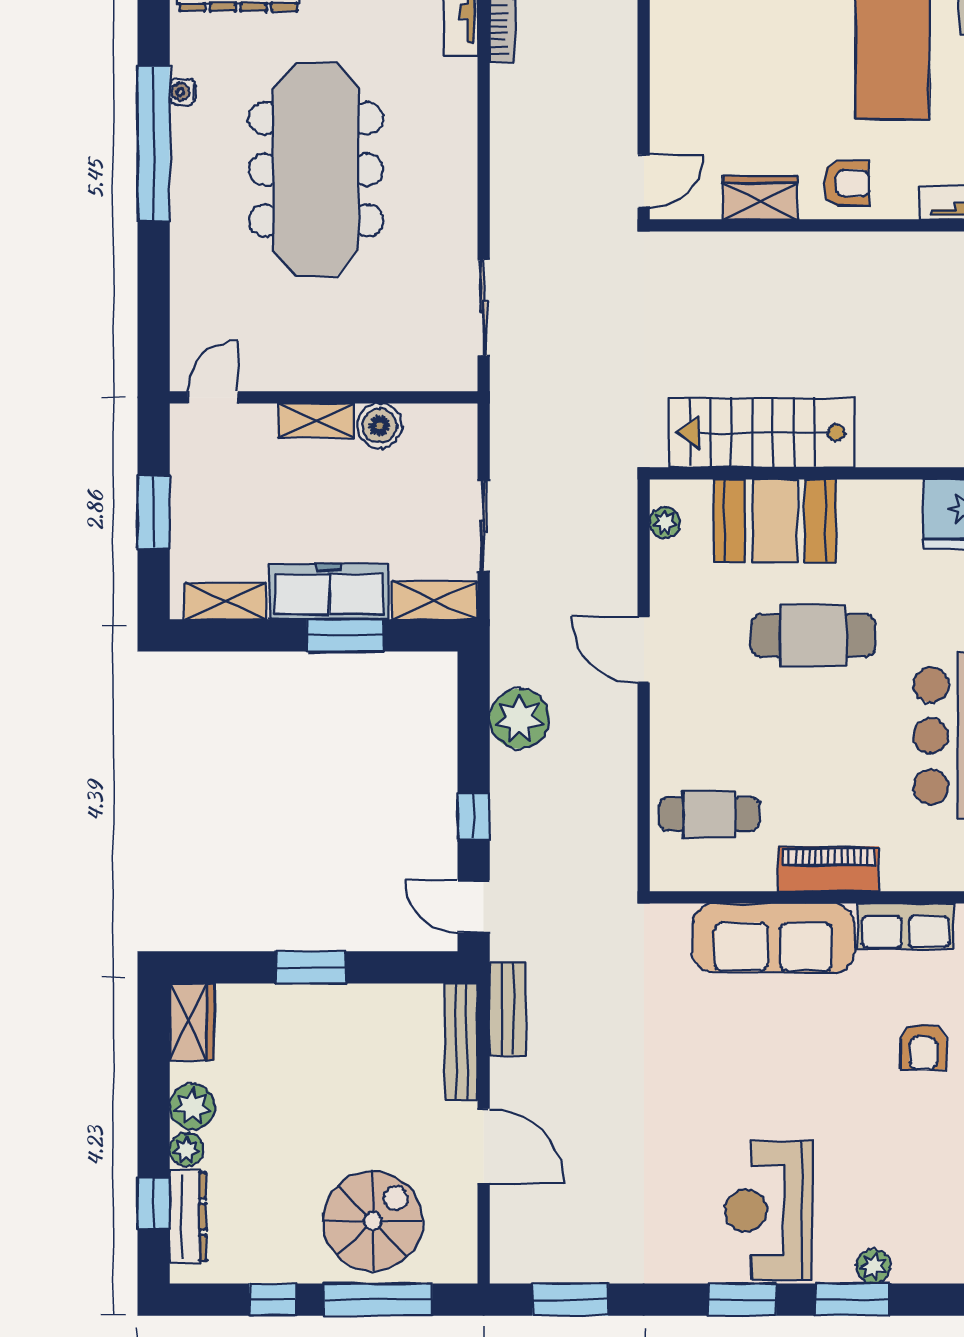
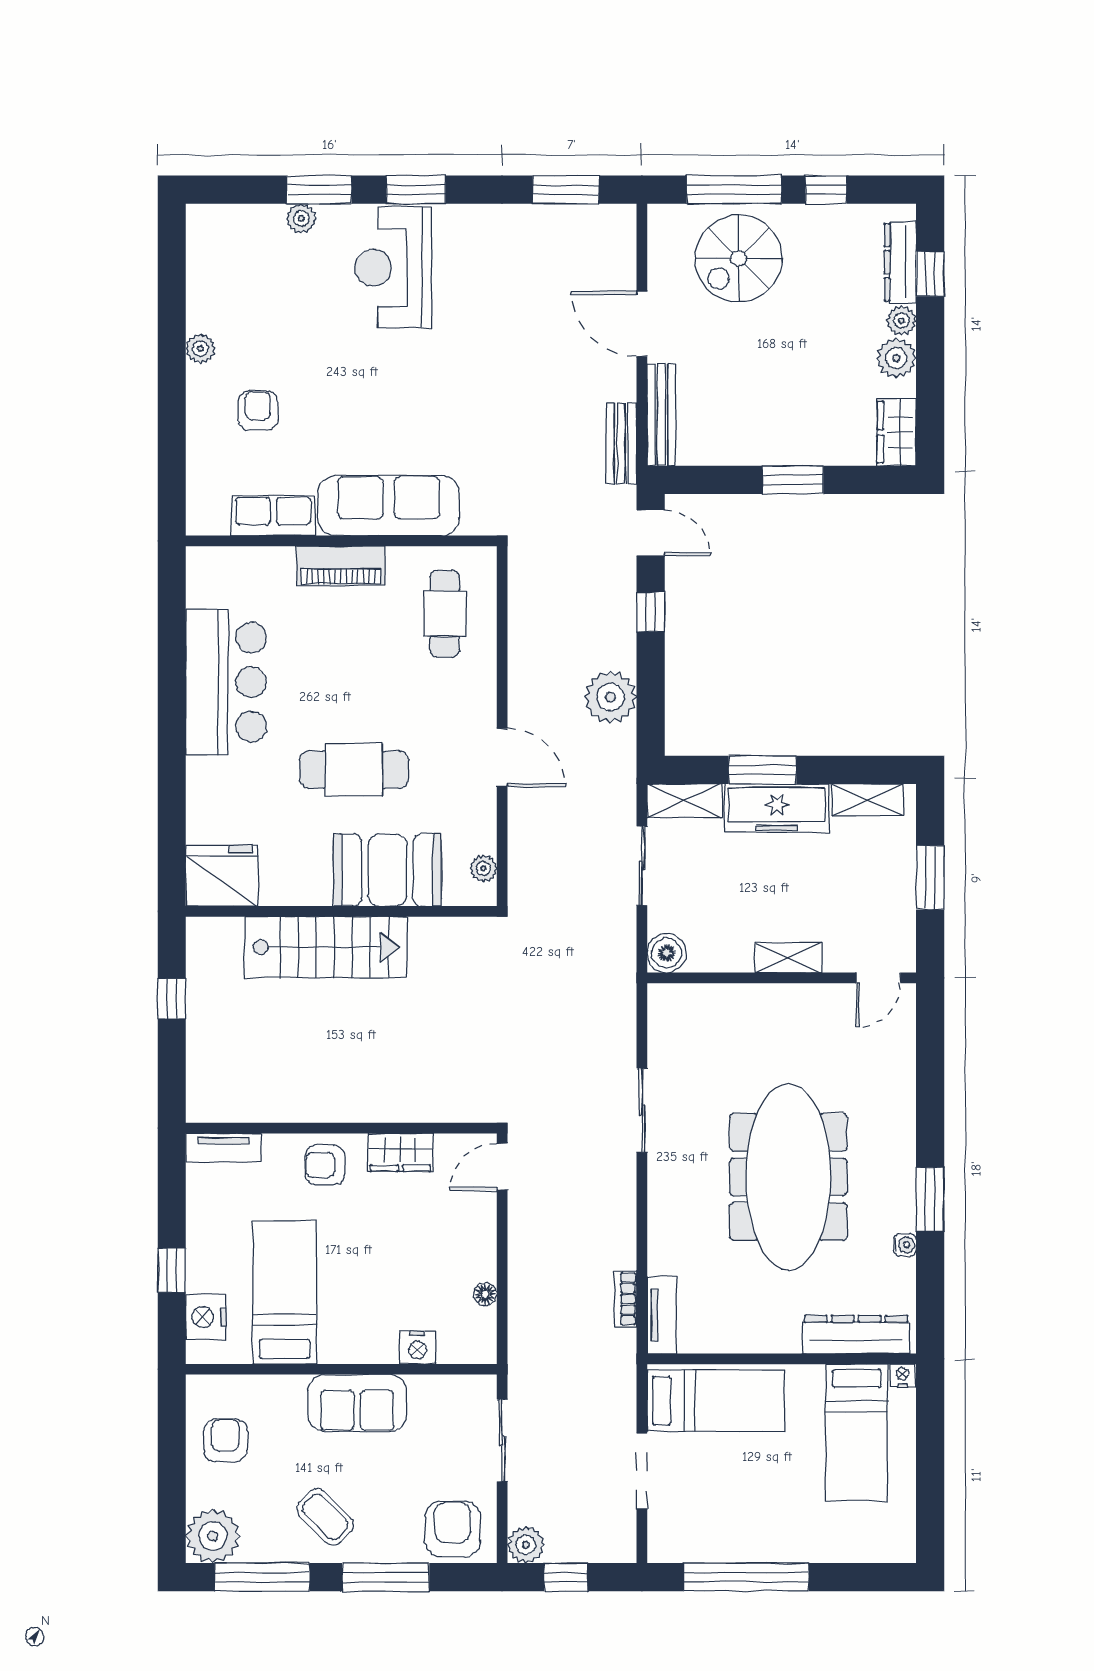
floor lamp: (663, 35) -> (485, 1294), added
window: (154, 144) -> (930, 1200), width x0.47
sliding door: (484, 307) -> (642, 1110), moved
boiler: (380, 426) -> (667, 953), moved
stairs: (762, 432) -> (326, 947), moved
cafe table: (709, 814) -> (445, 614), turned 90
reception desk: (768, 1211) -> (393, 267), turned 180

